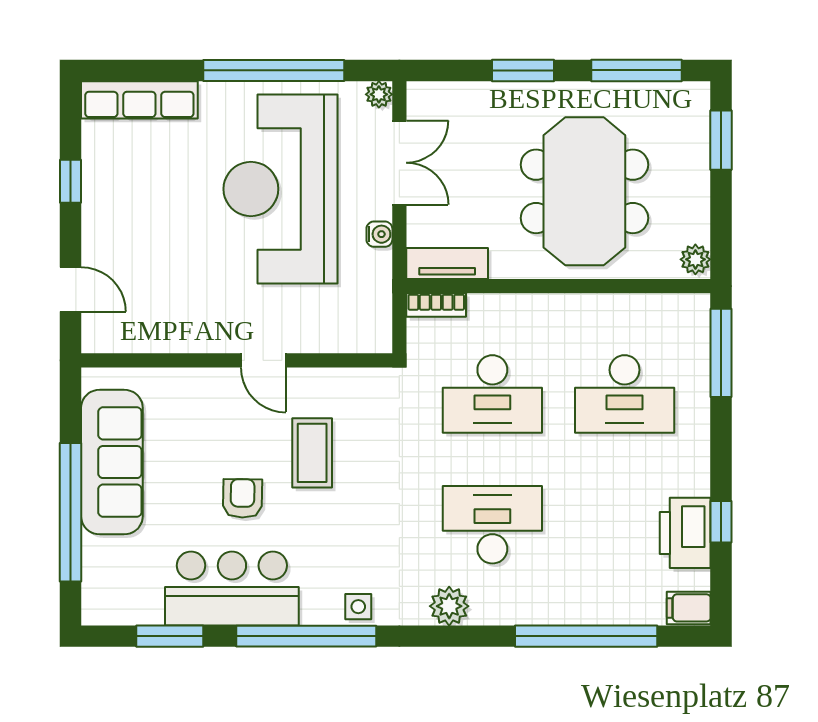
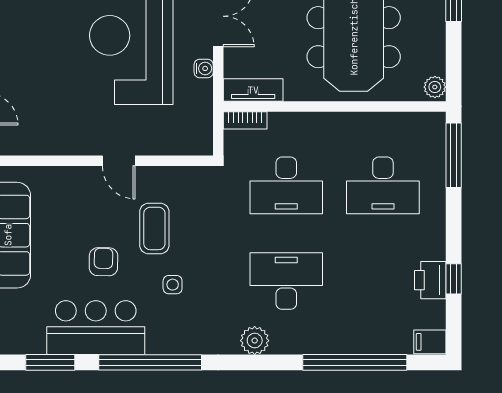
printer: (685, 533) -> (430, 280), width x0.73, depth x0.84
side table: (358, 607) -> (173, 285), moved

